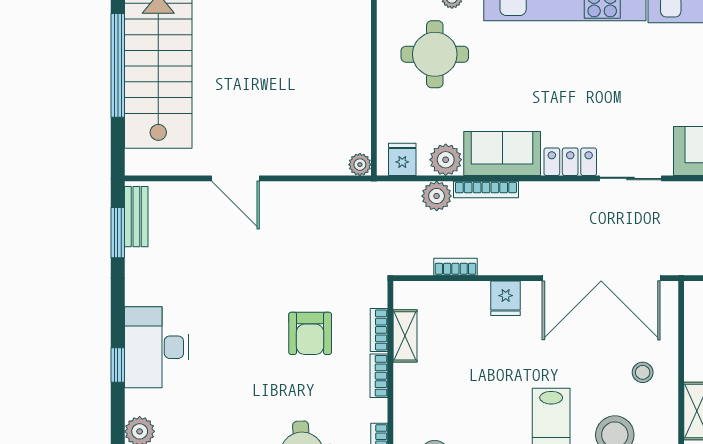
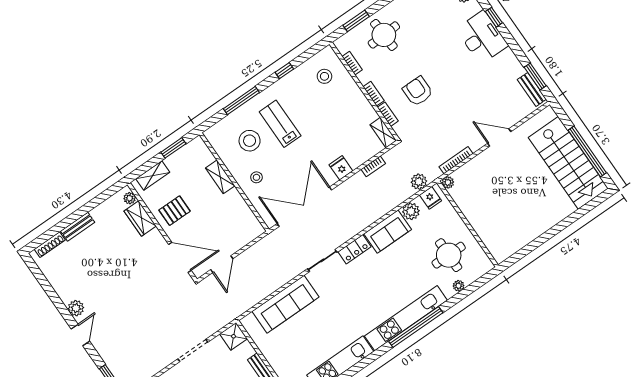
bookcase: (486, 190) -> (456, 160), moved
plant: (437, 196) -> (419, 182), moved
shelving: (405, 336) -> (383, 133), moved

